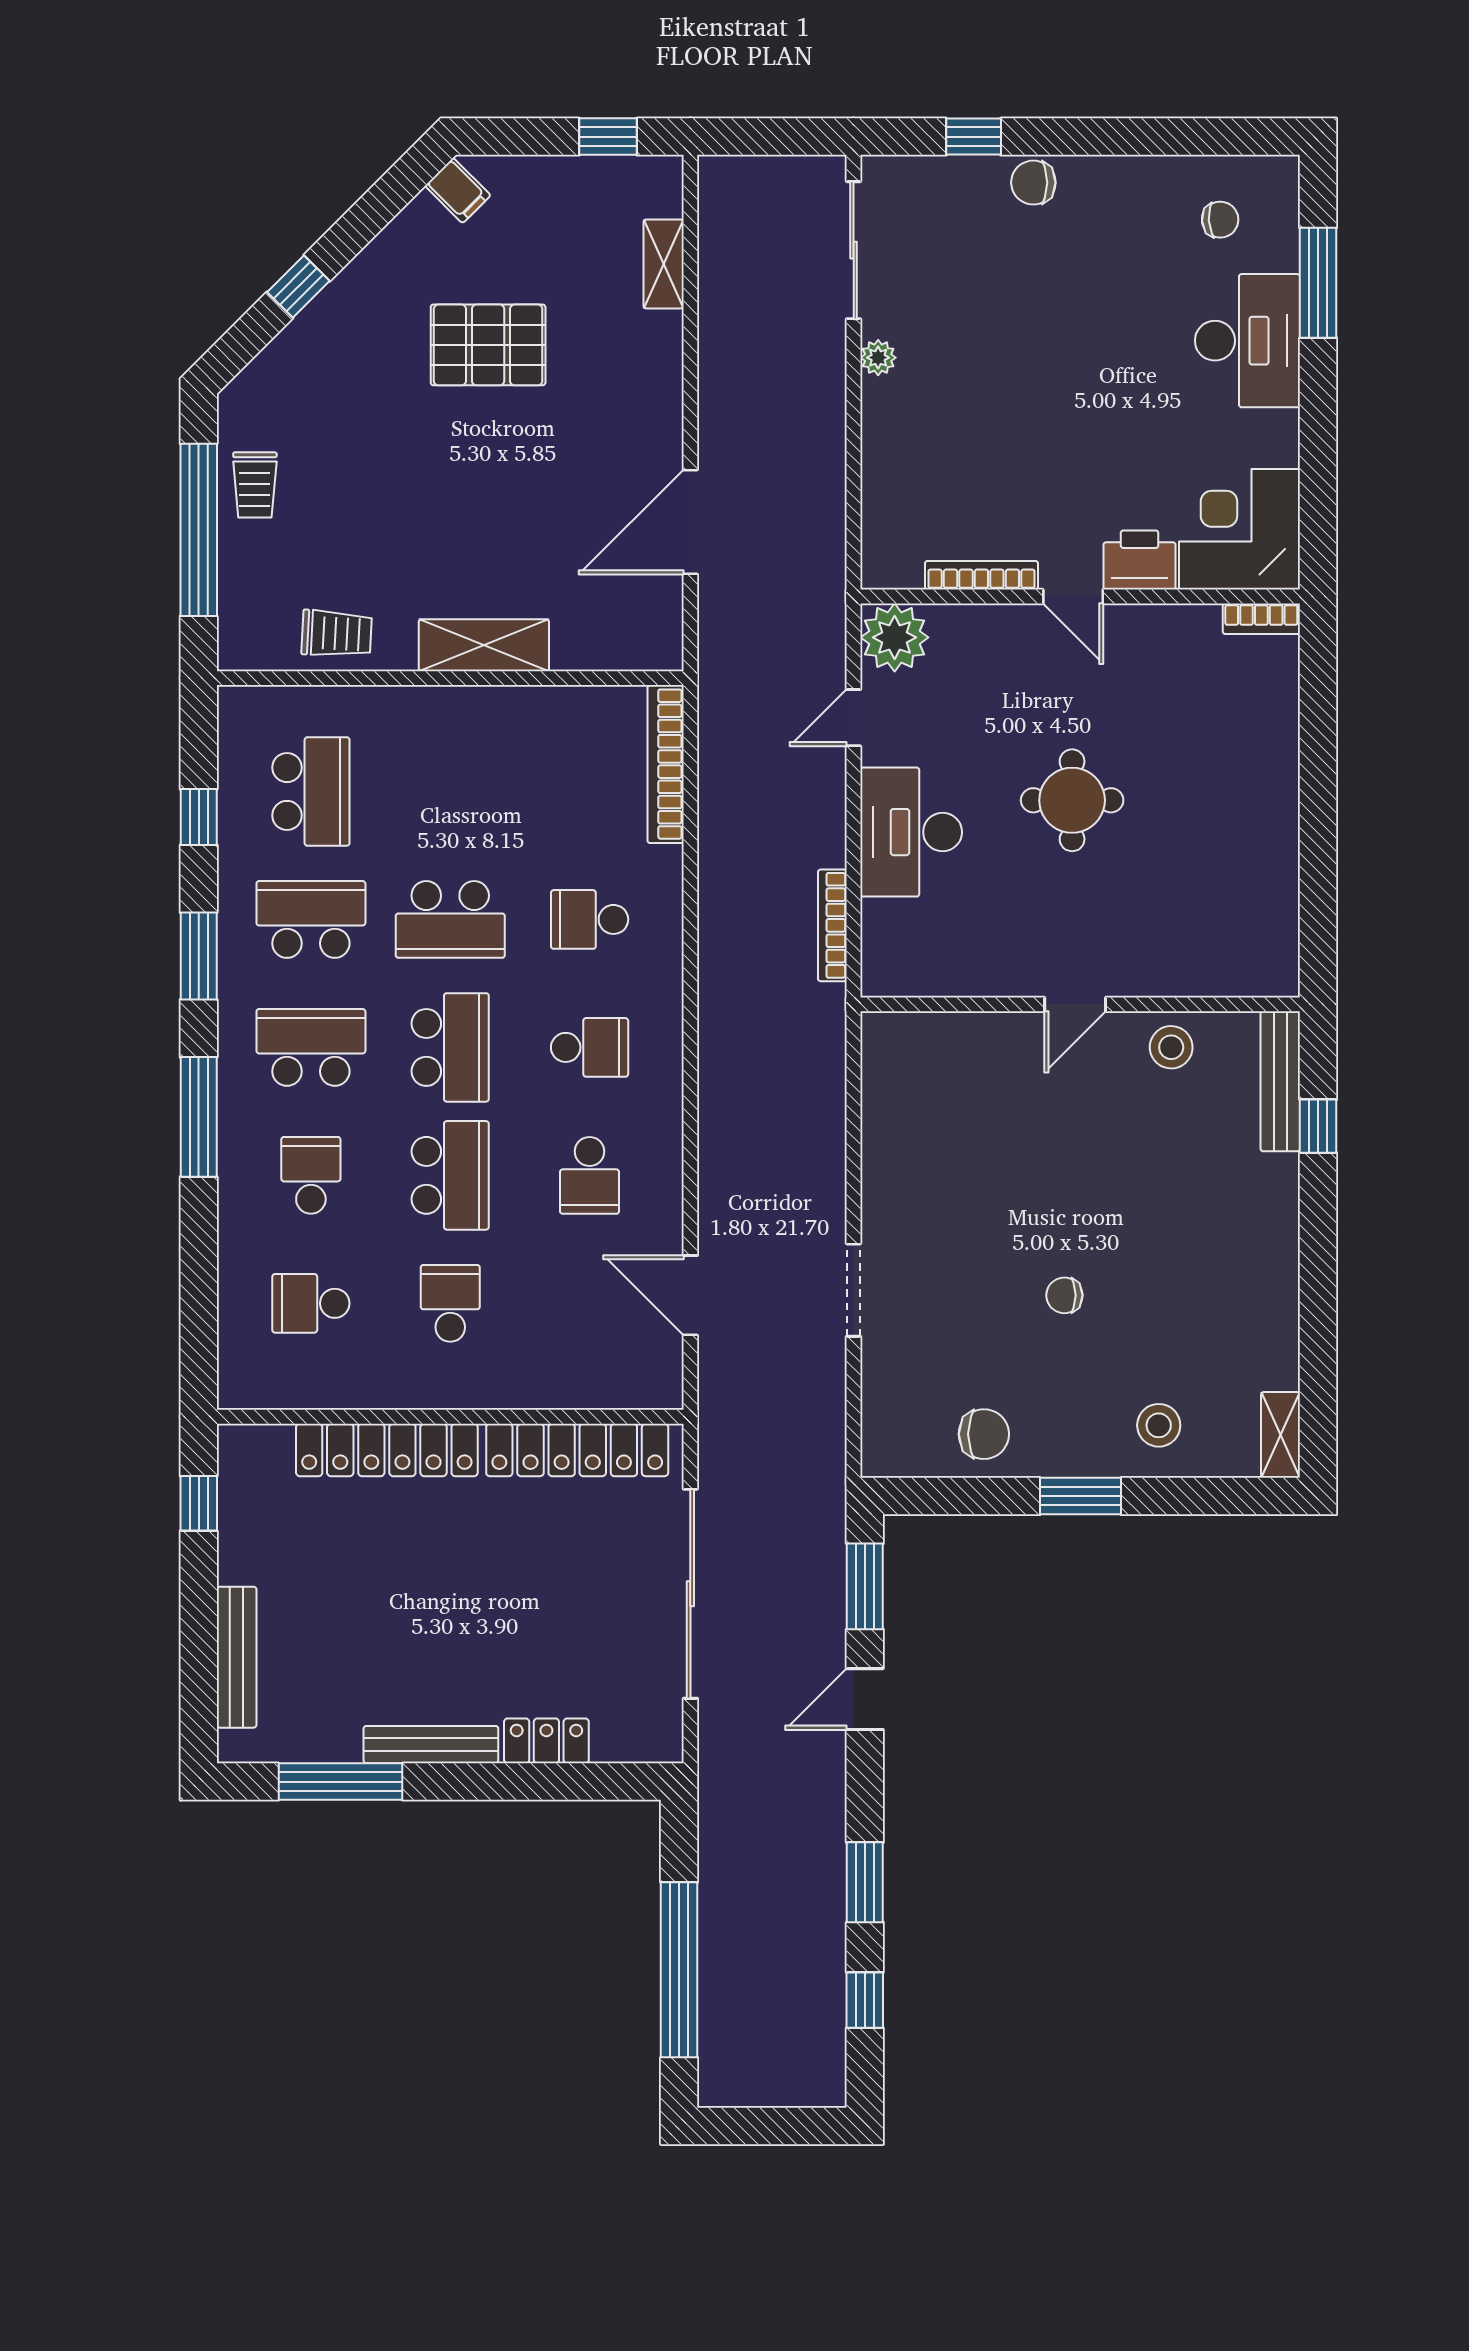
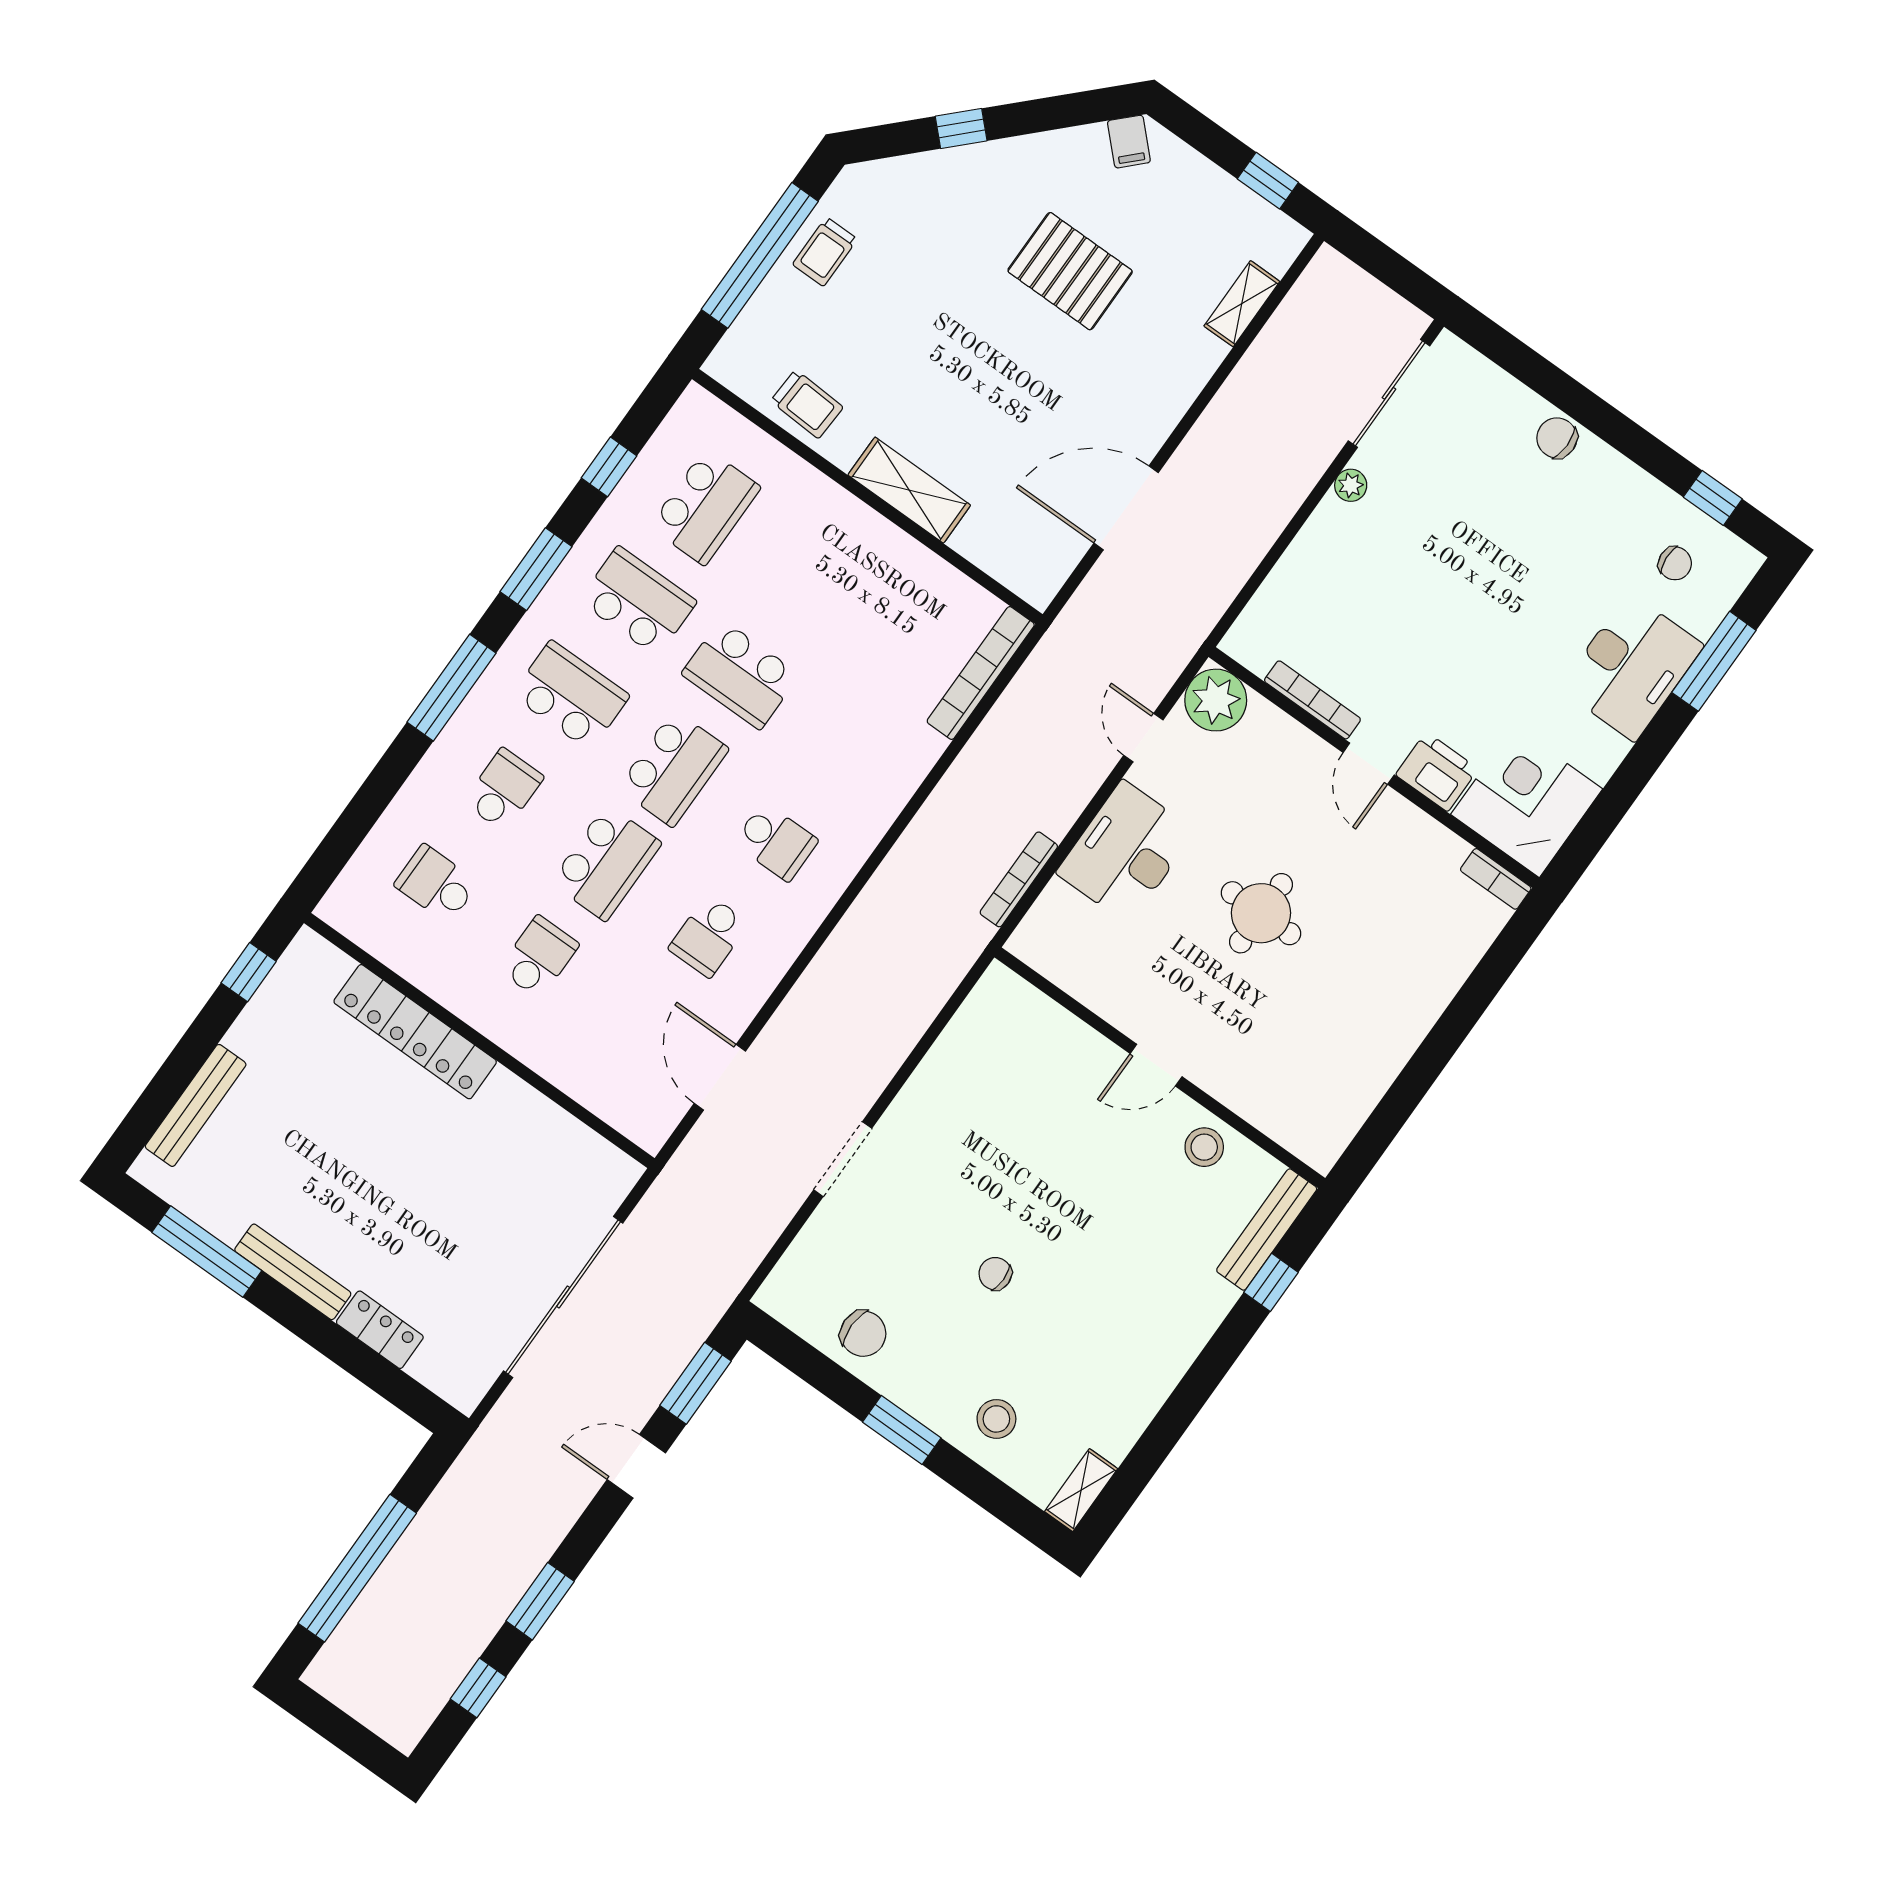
window: (974, 137) -> (1713, 498), moved
door: (854, 718) -> (1143, 738), hinge flipped
school desk: (590, 919) -> (843, 748), removed
locker: (577, 1450) -> (555, 1132), removed

